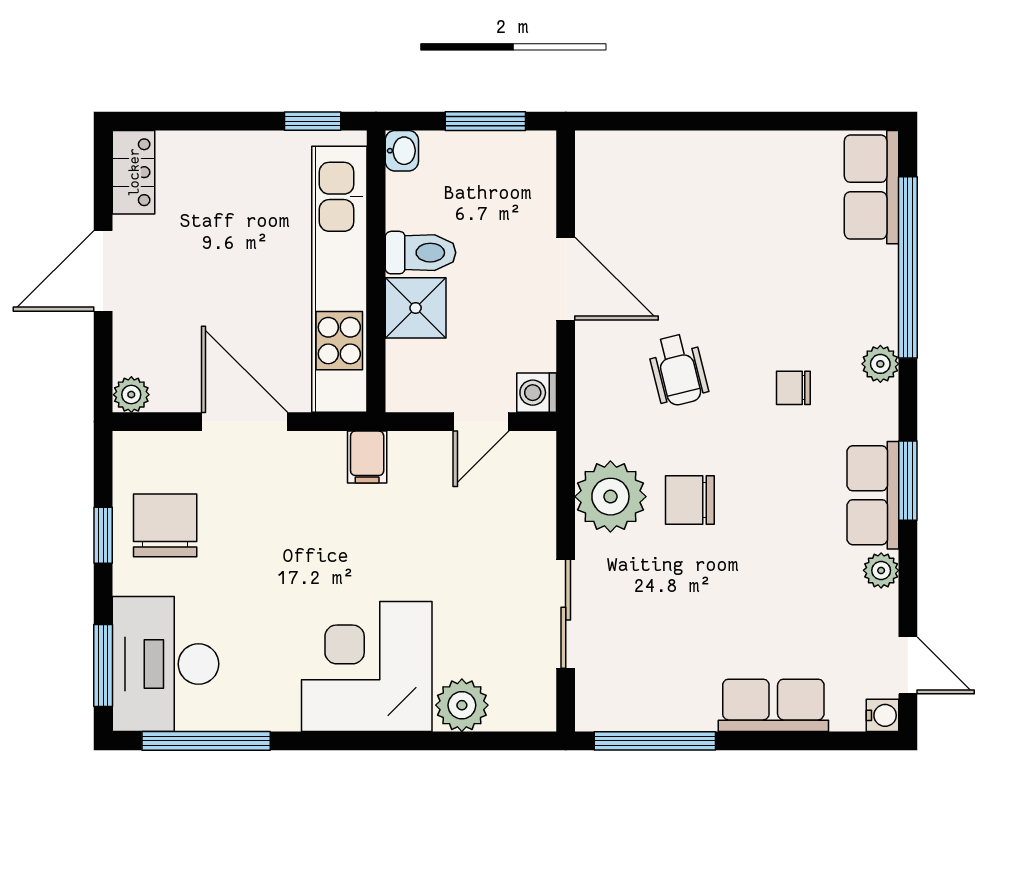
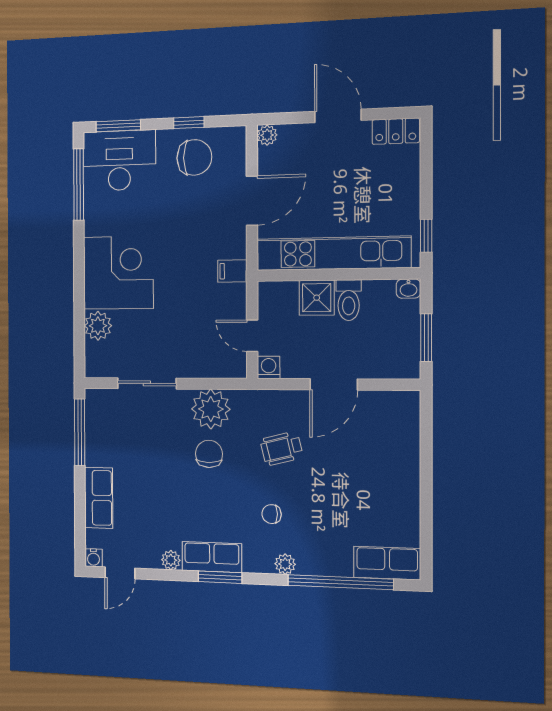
chair: (793, 388) -> (272, 514), turned -90

